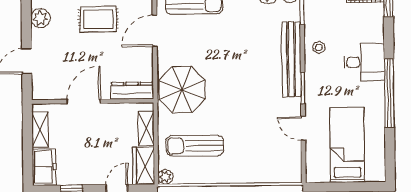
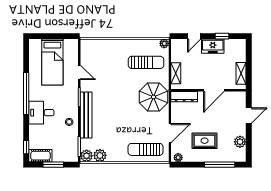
wardrobe: (144, 166) -> (178, 50), removed
freezer: (44, 167) -> (213, 46), moved, turned -90

